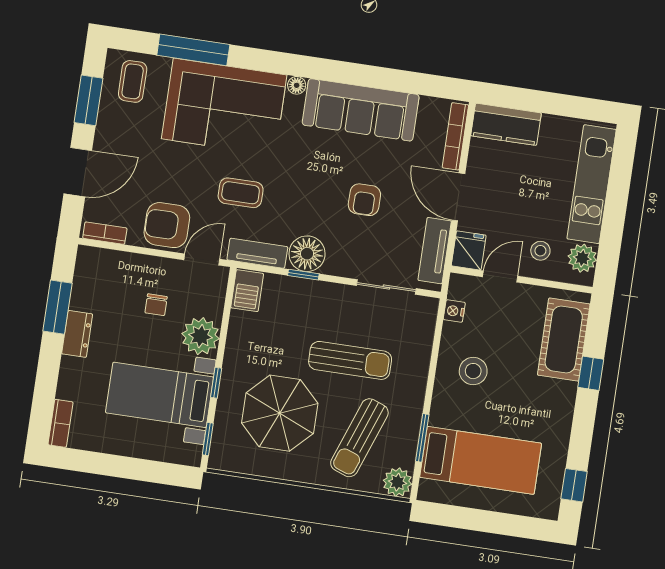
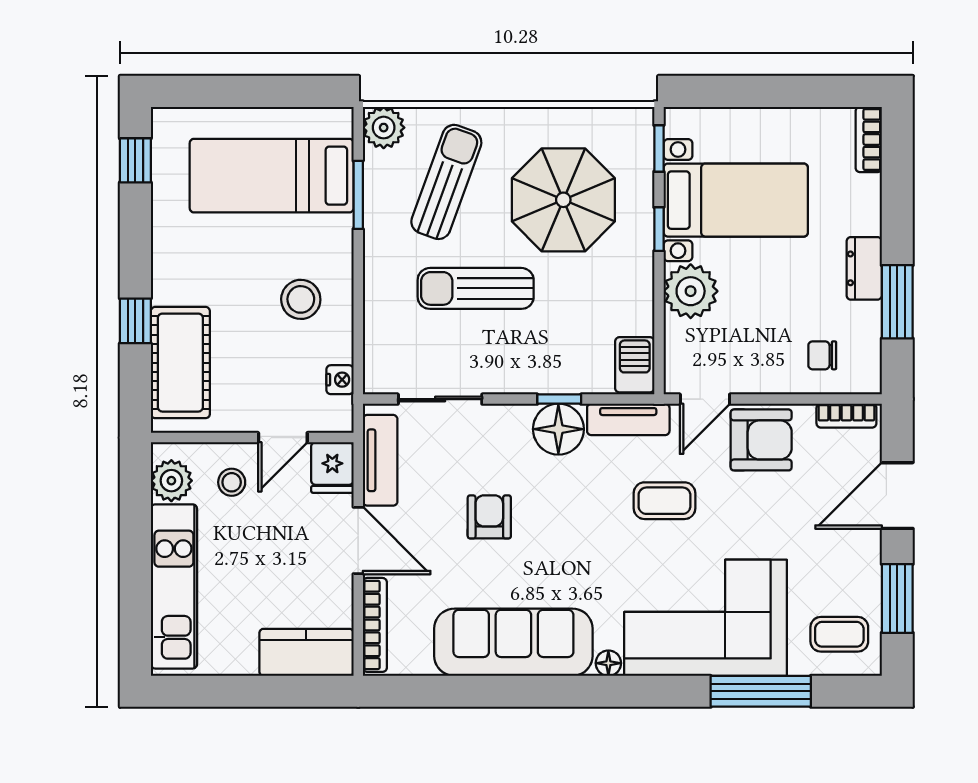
coffee table: (133, 81) -> (839, 634), turned 90
chair: (156, 305) -> (822, 355), moved, turned -90

